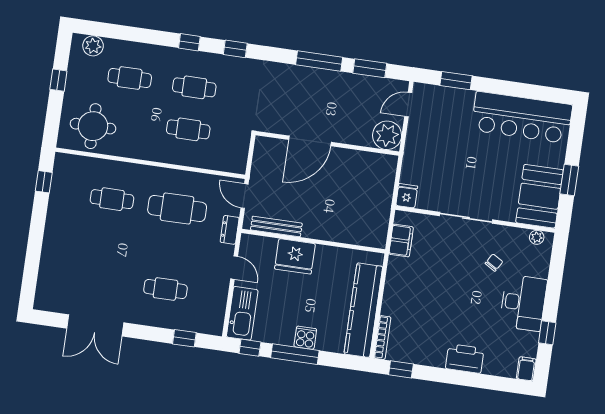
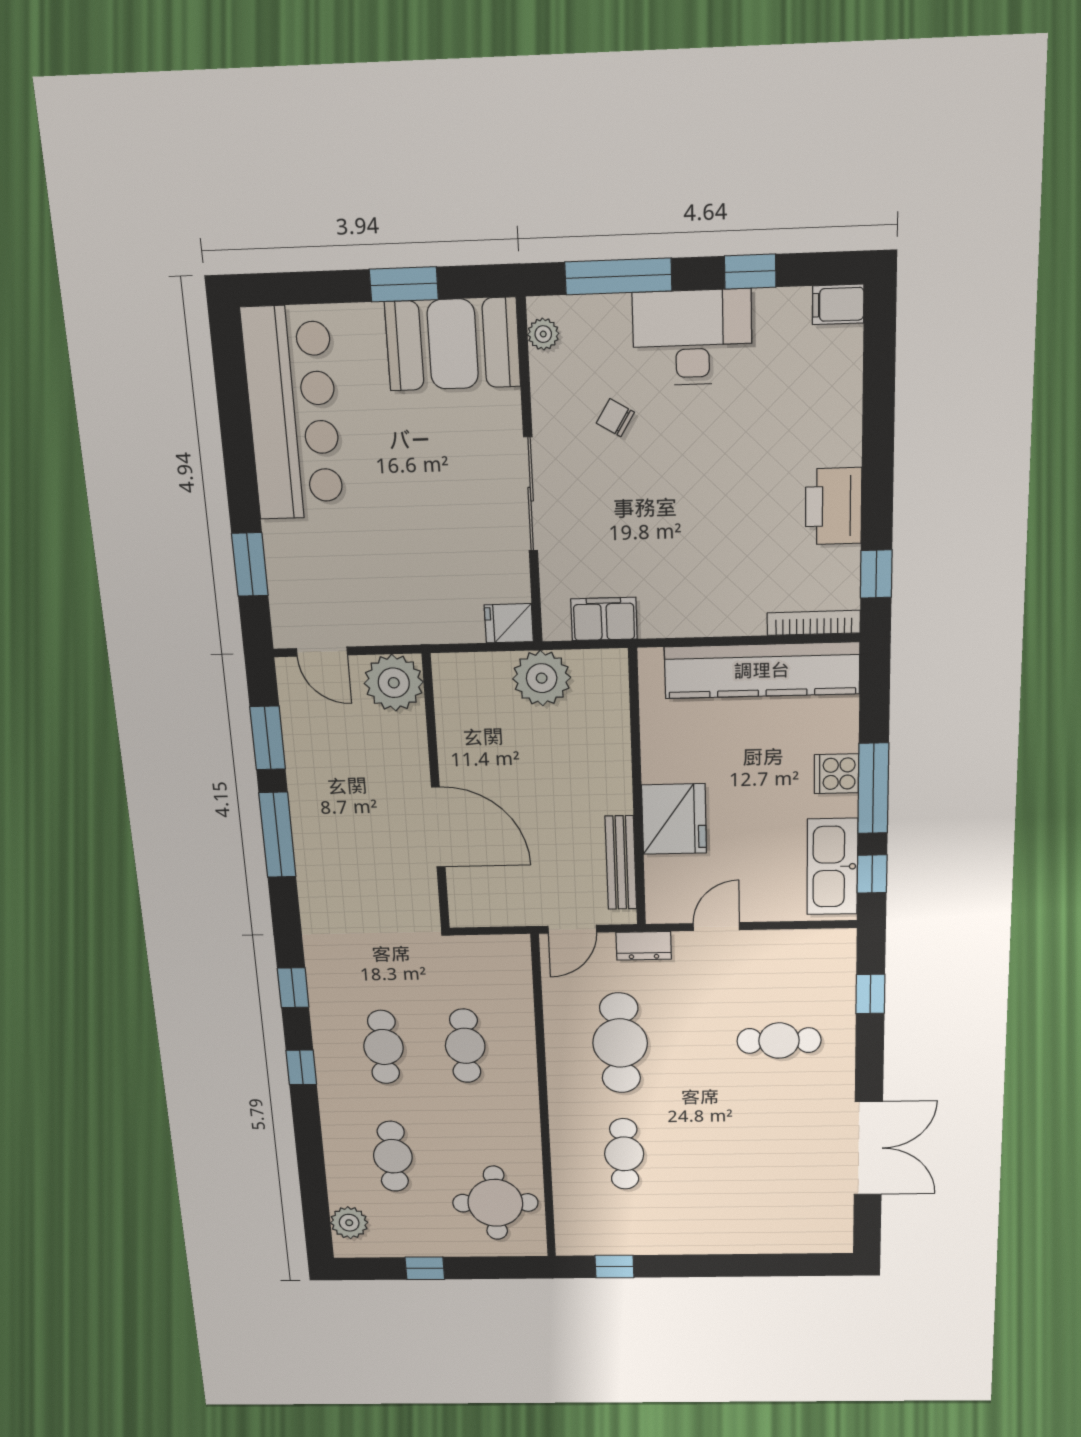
plant: (377, 206) -> (542, 678), added
window: (556, 275) -> (618, 276), added
cafe table: (165, 289) -> (779, 1041), turned 90
kitchen sink: (242, 313) -> (832, 867), moved, turned -90
printer: (465, 358) -> (834, 506), moved

